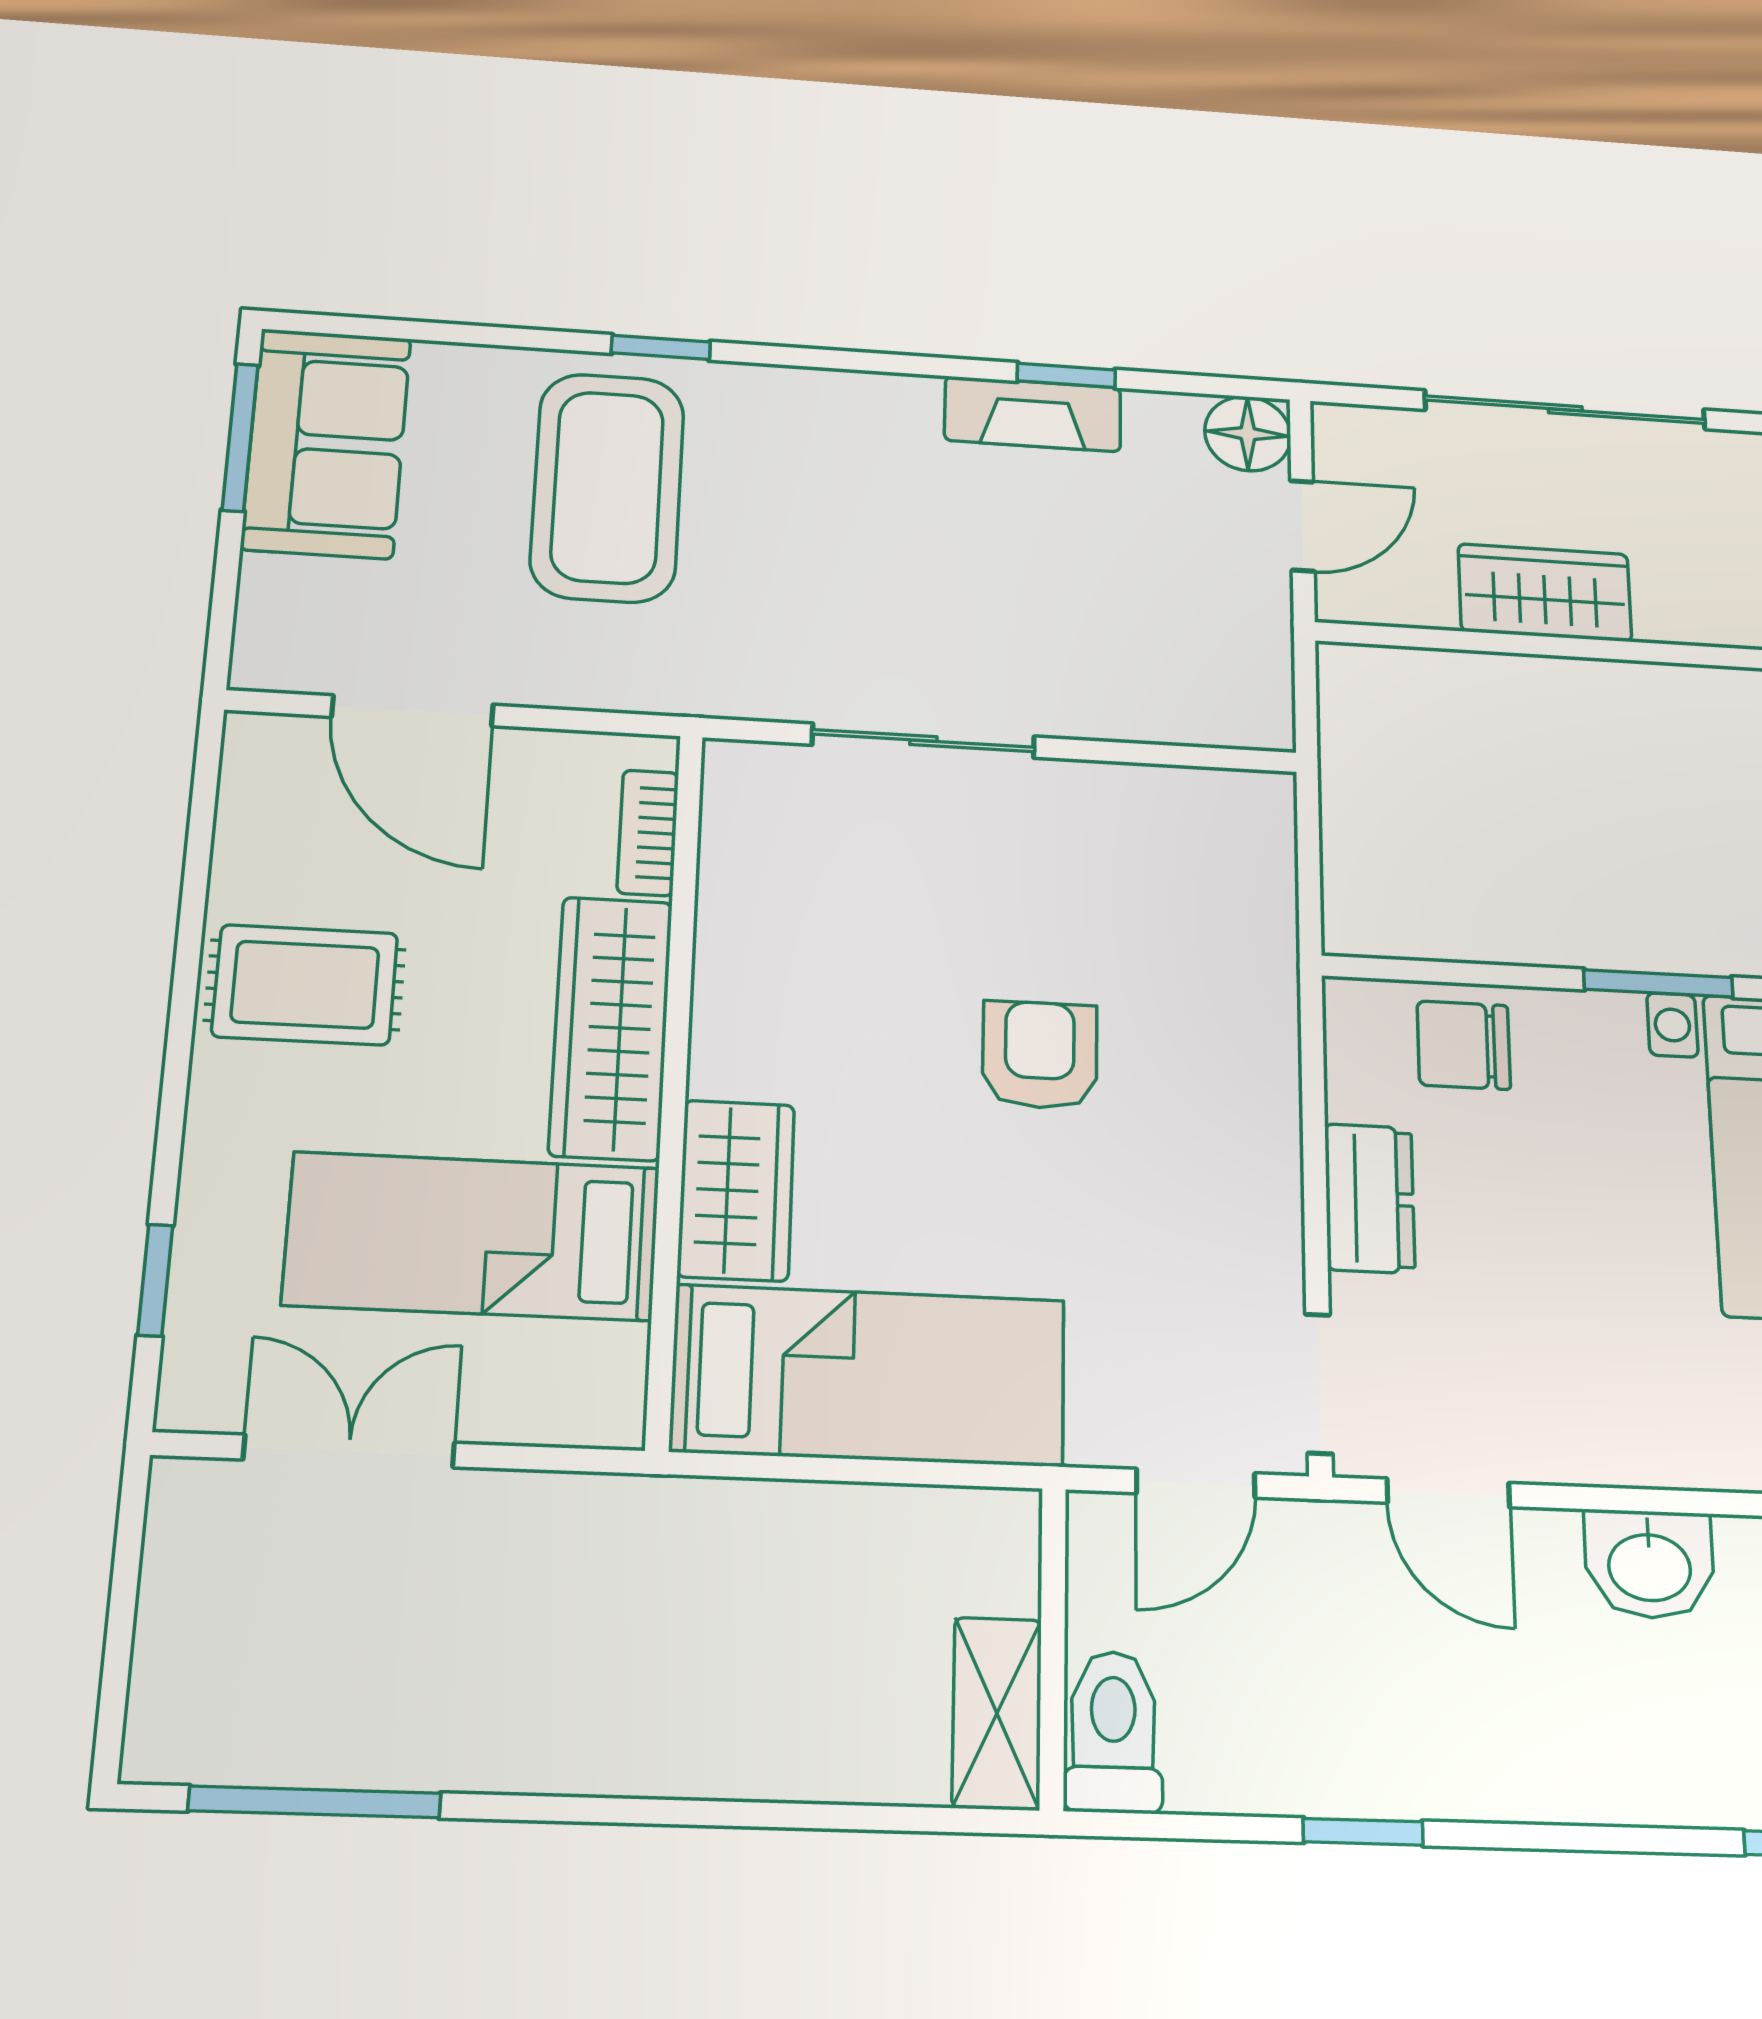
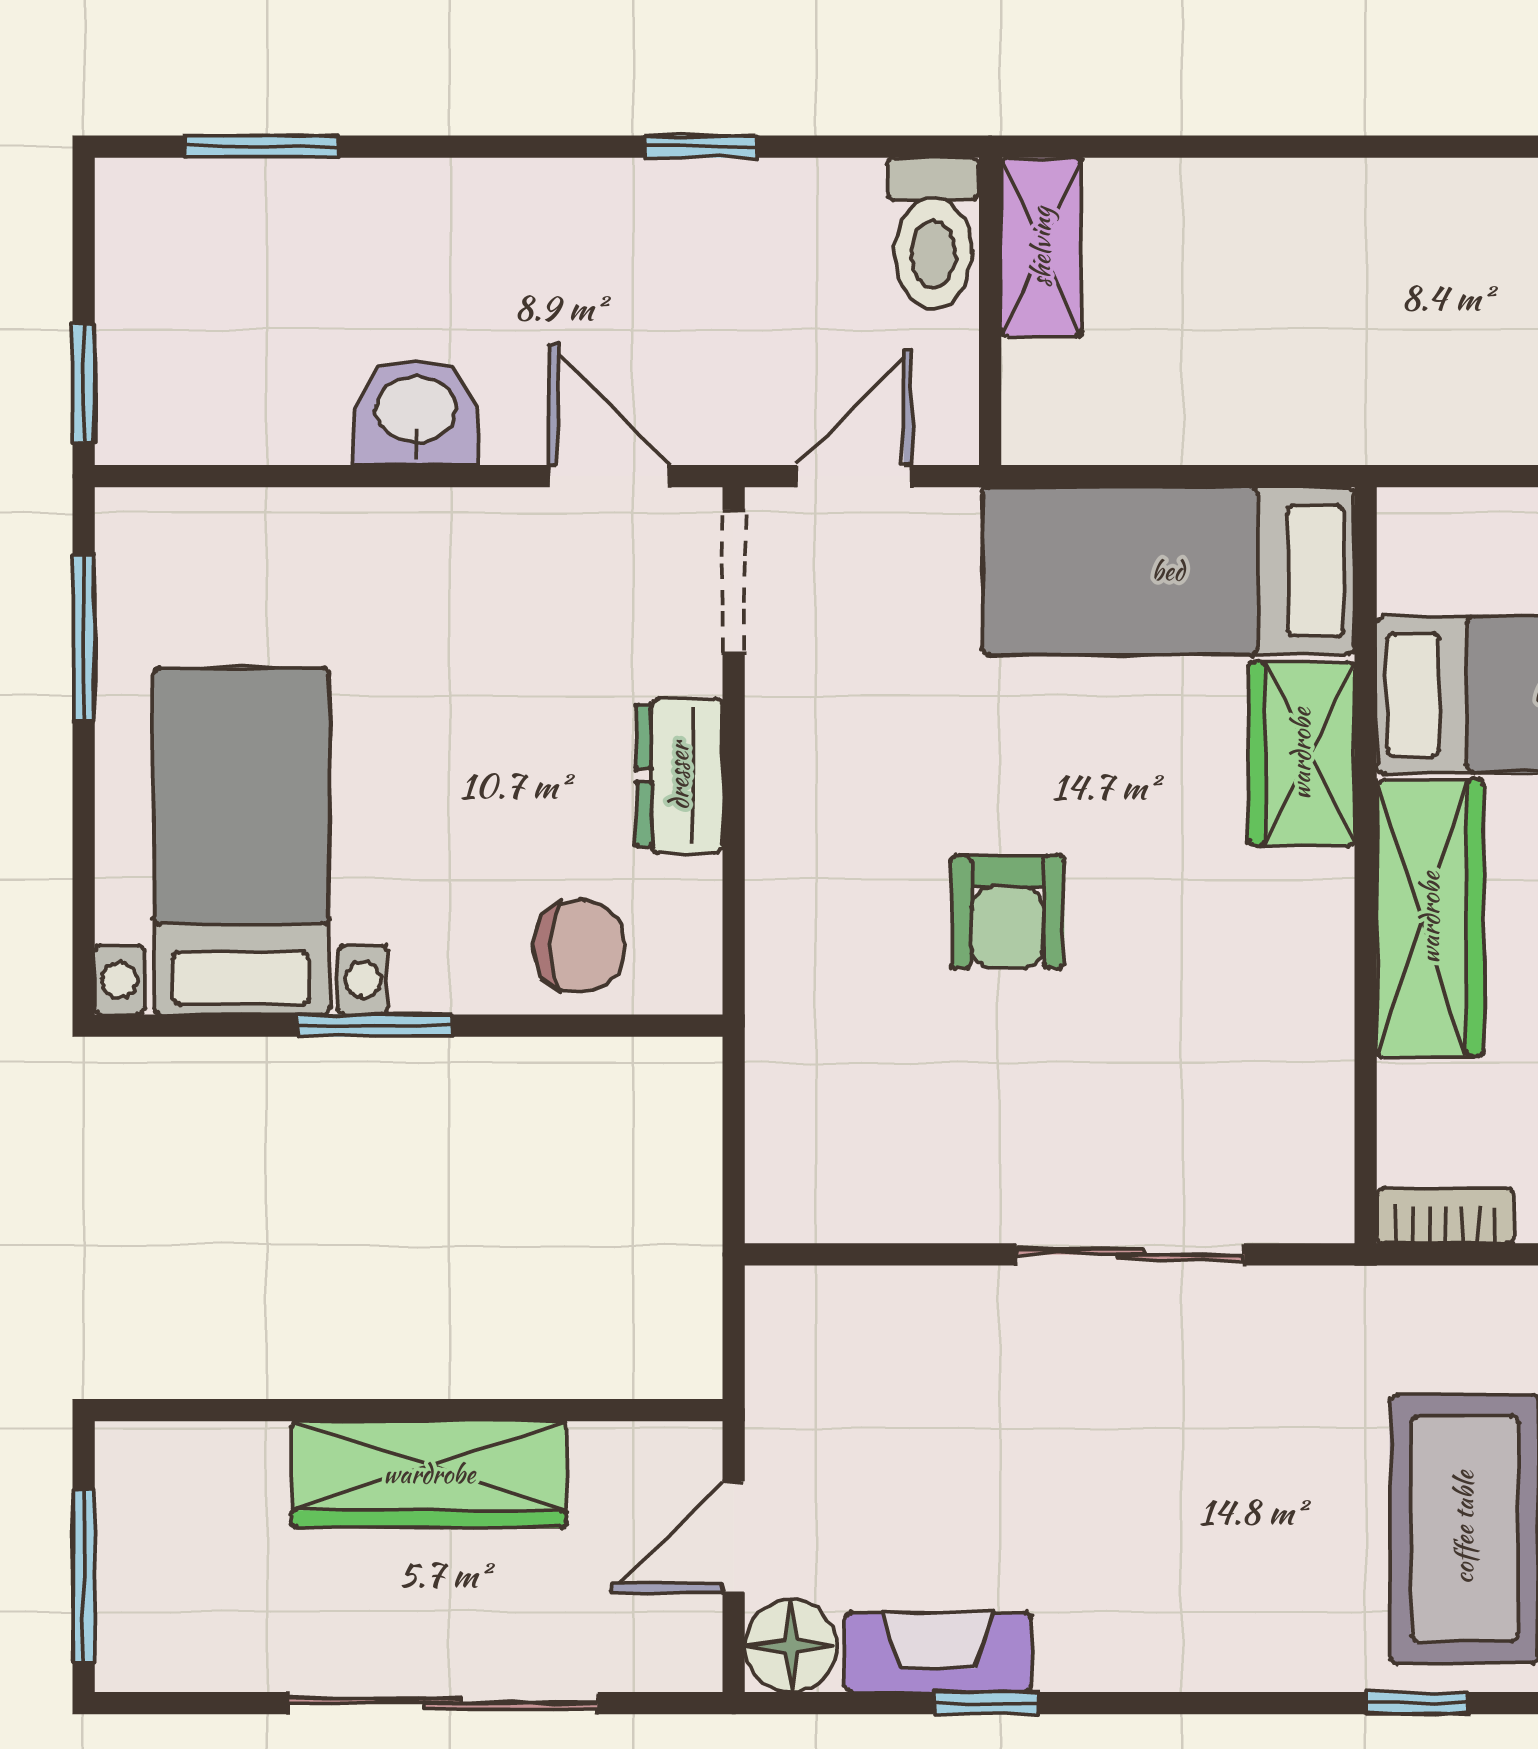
fireplace: (1033, 414) -> (938, 1652), moved
wardrobe: (1545, 593) -> (429, 1474), width x1.50
bookcase: (648, 833) -> (1445, 1216), moved, turned -90

